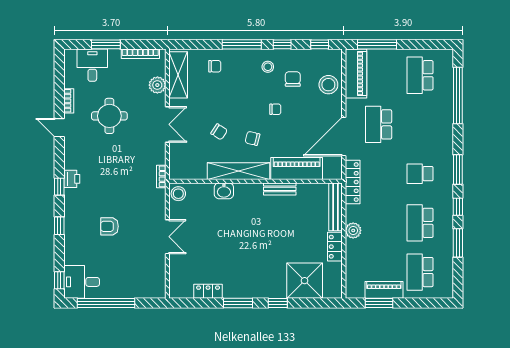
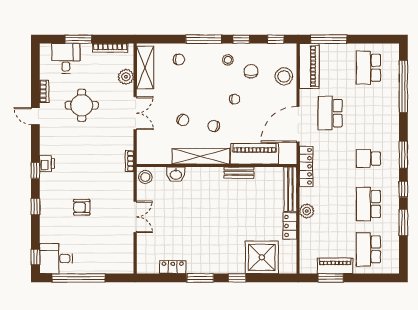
washbasin: (224, 191) -> (176, 174), moved

